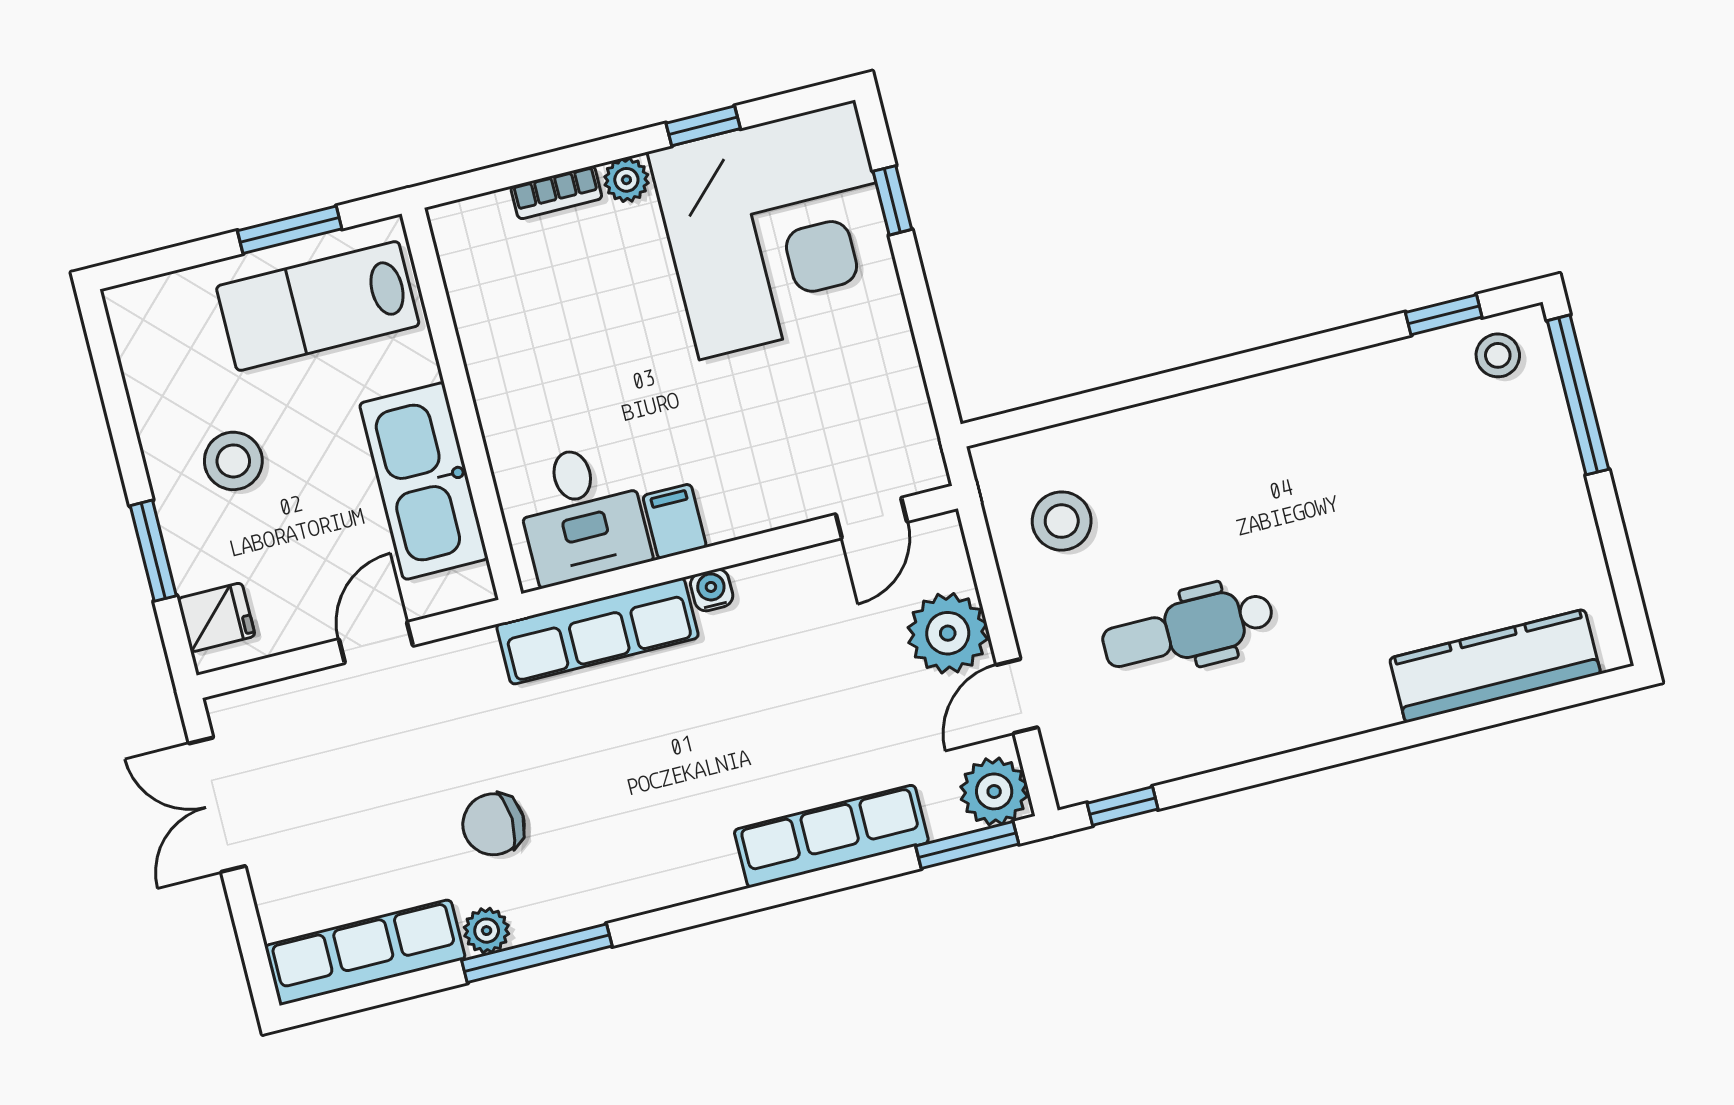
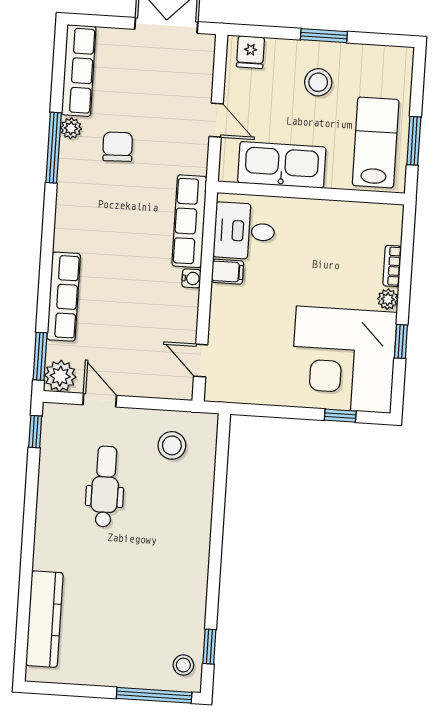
window: (153, 551) -> (324, 36), moved
plant: (948, 633) -> (138, 378), removed

